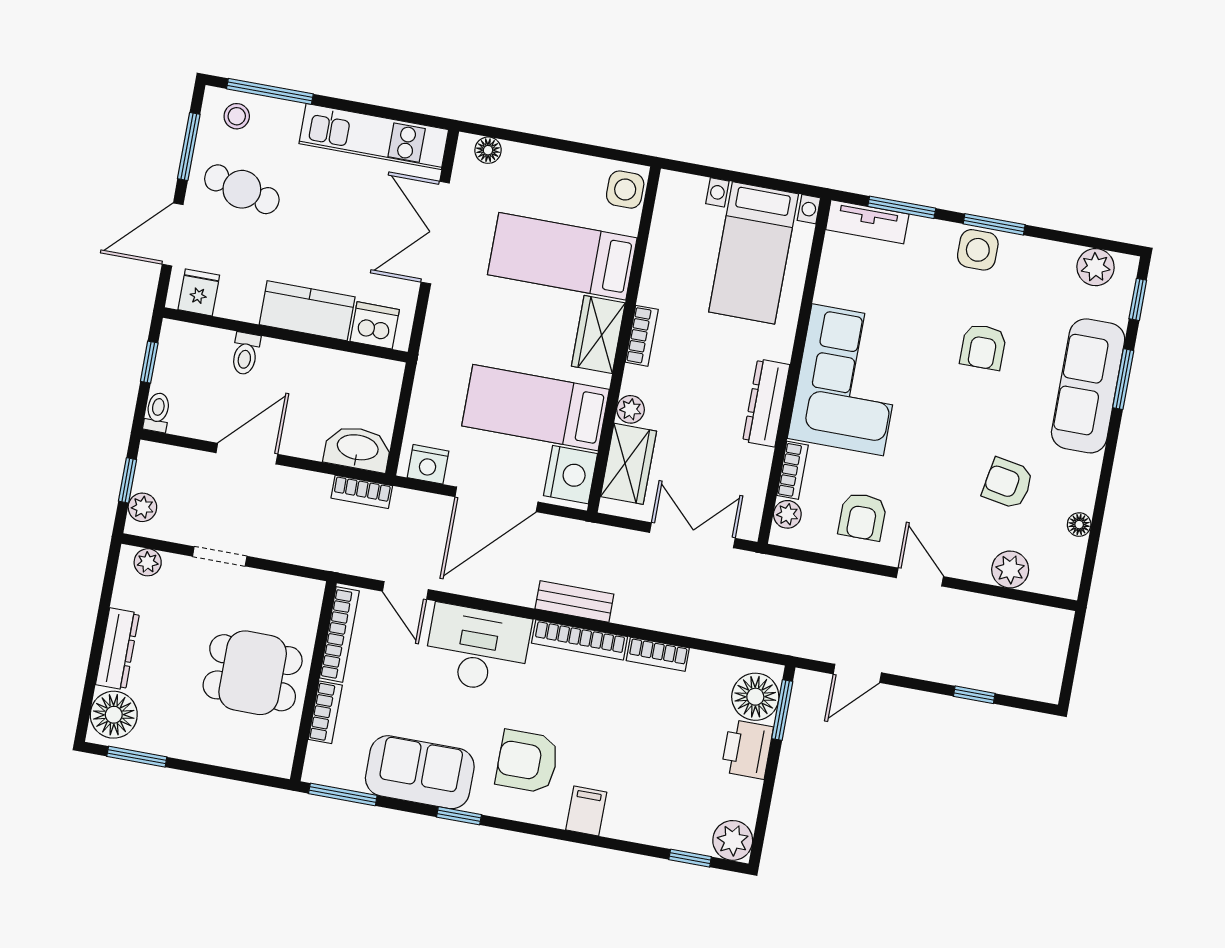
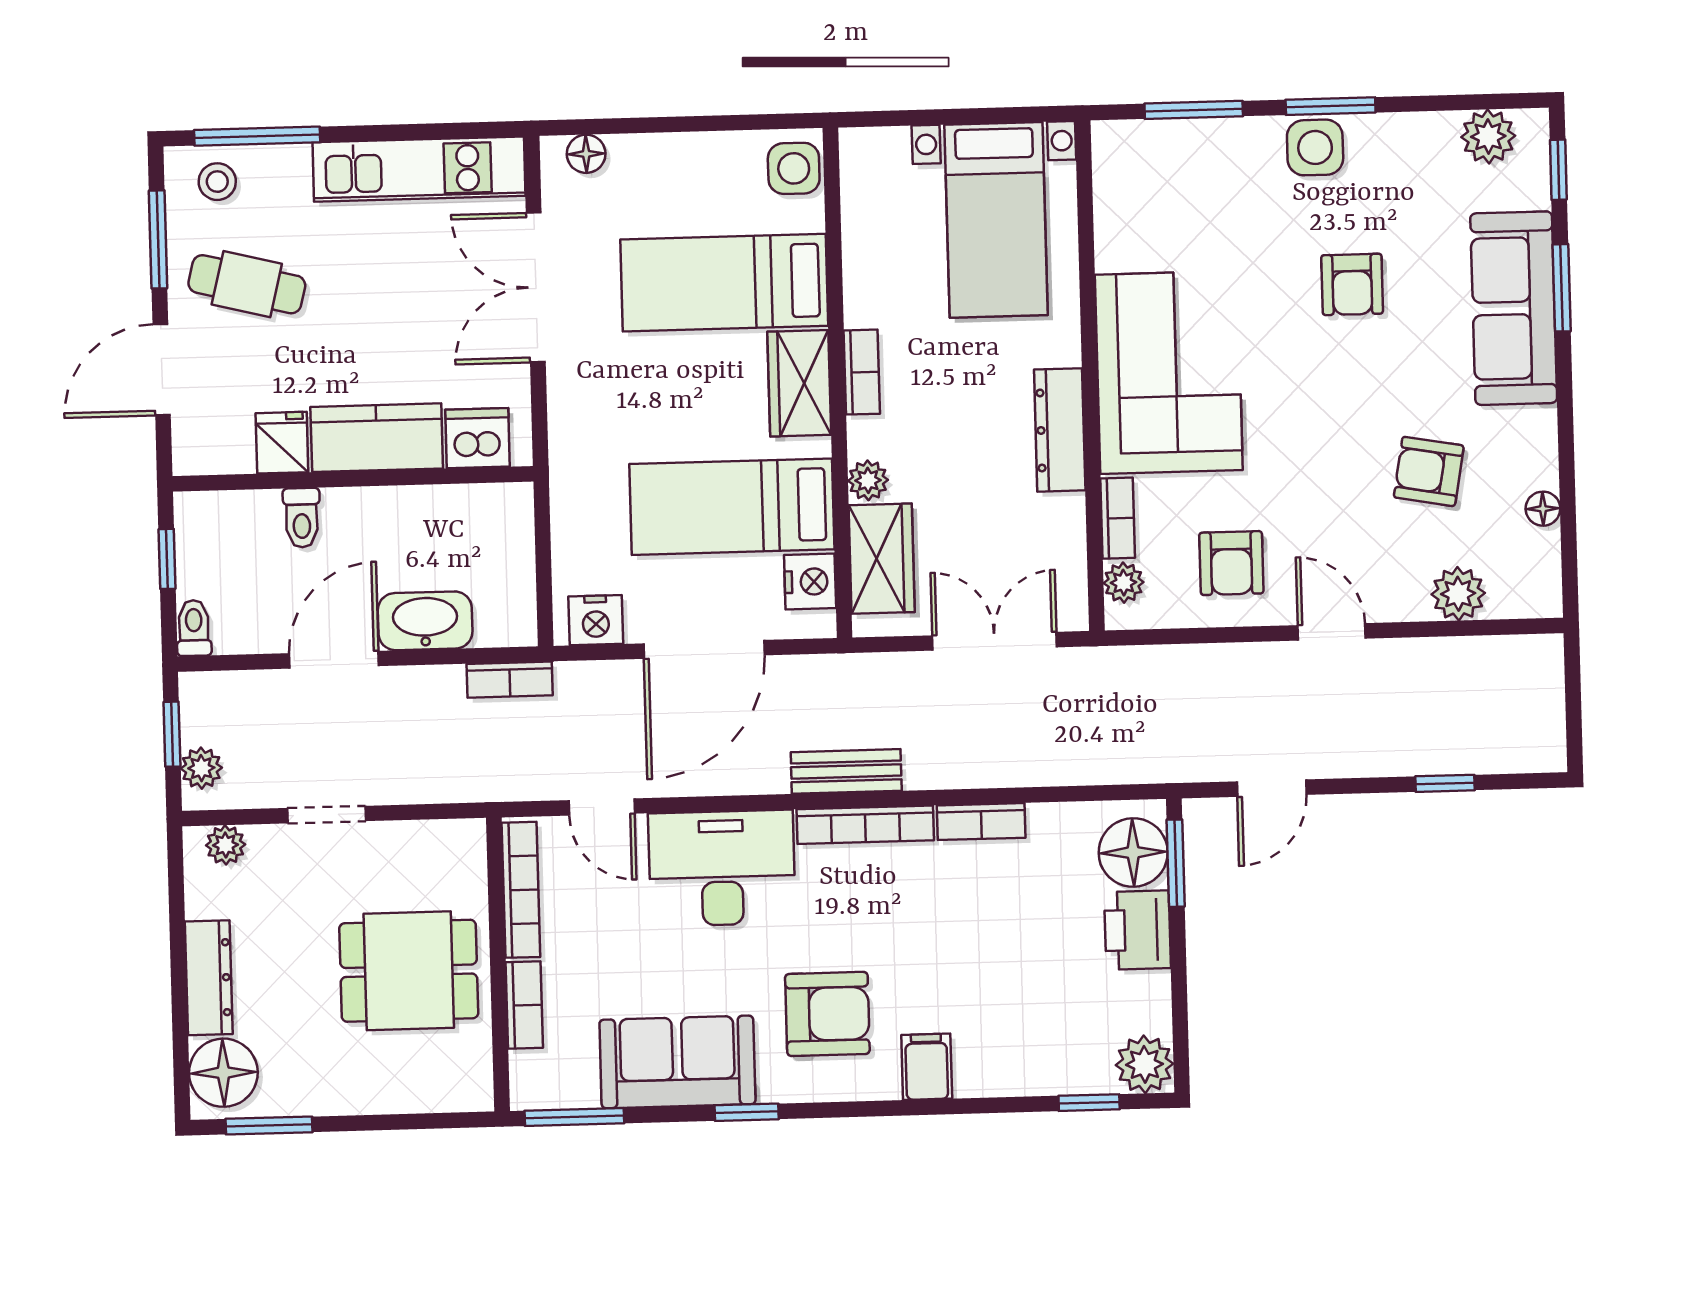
tv unit: (867, 222) -> (1149, 141), removed
fridge: (199, 292) -> (282, 443), moved
washbasin: (358, 448) -> (425, 621), moved
nightstand: (570, 475) -> (810, 582), width x0.74, depth x0.75
armchair: (527, 761) -> (827, 1014), turned 180

